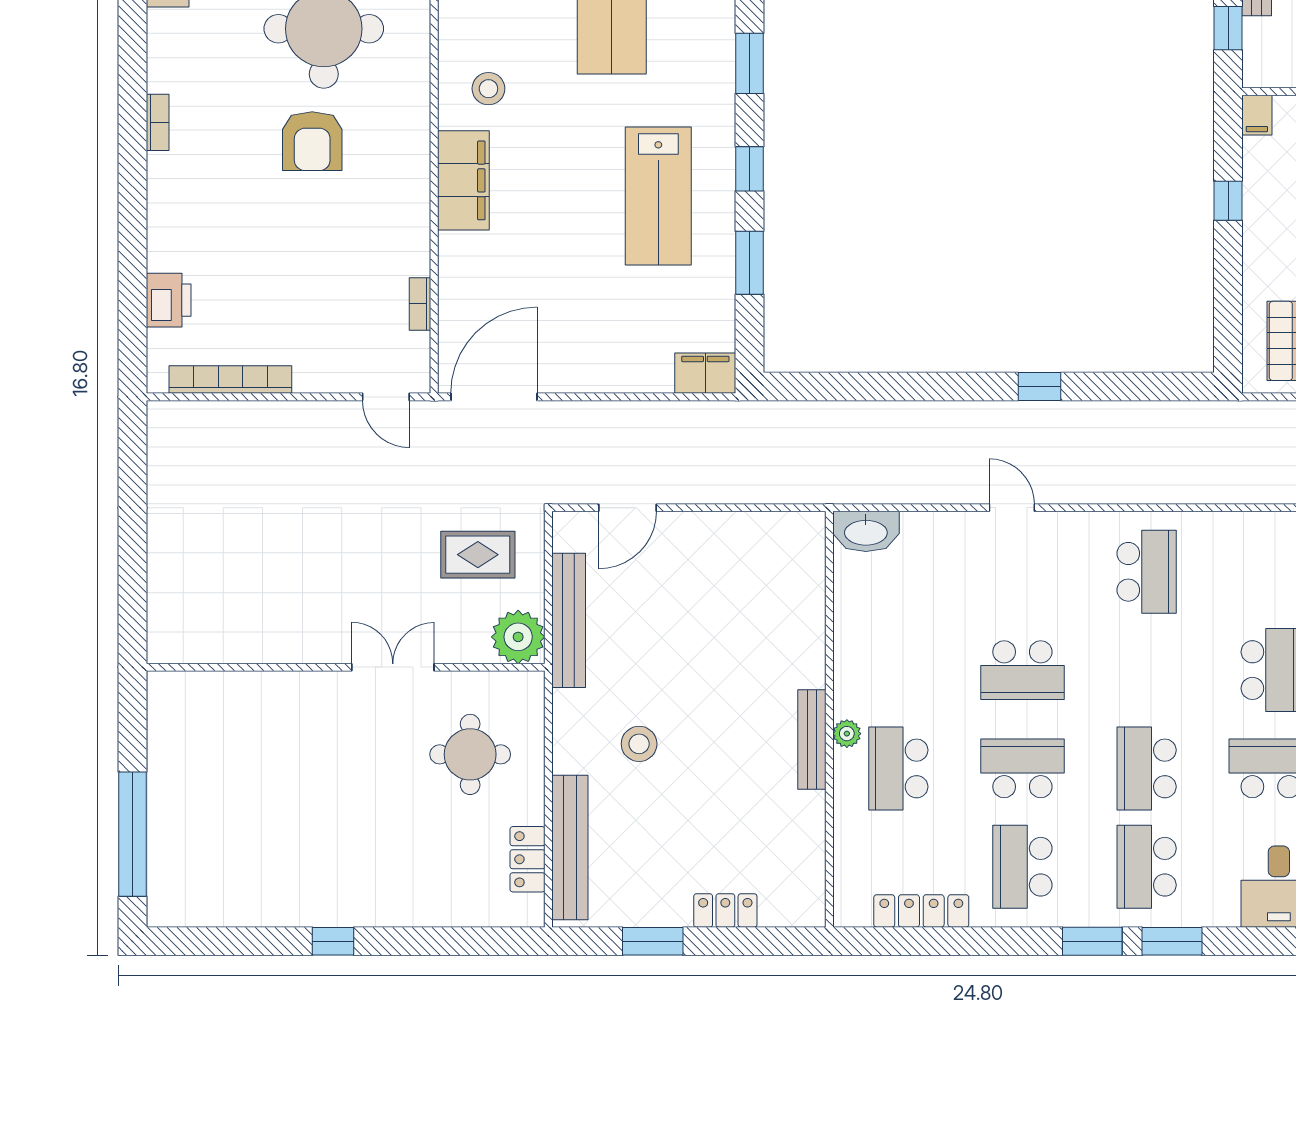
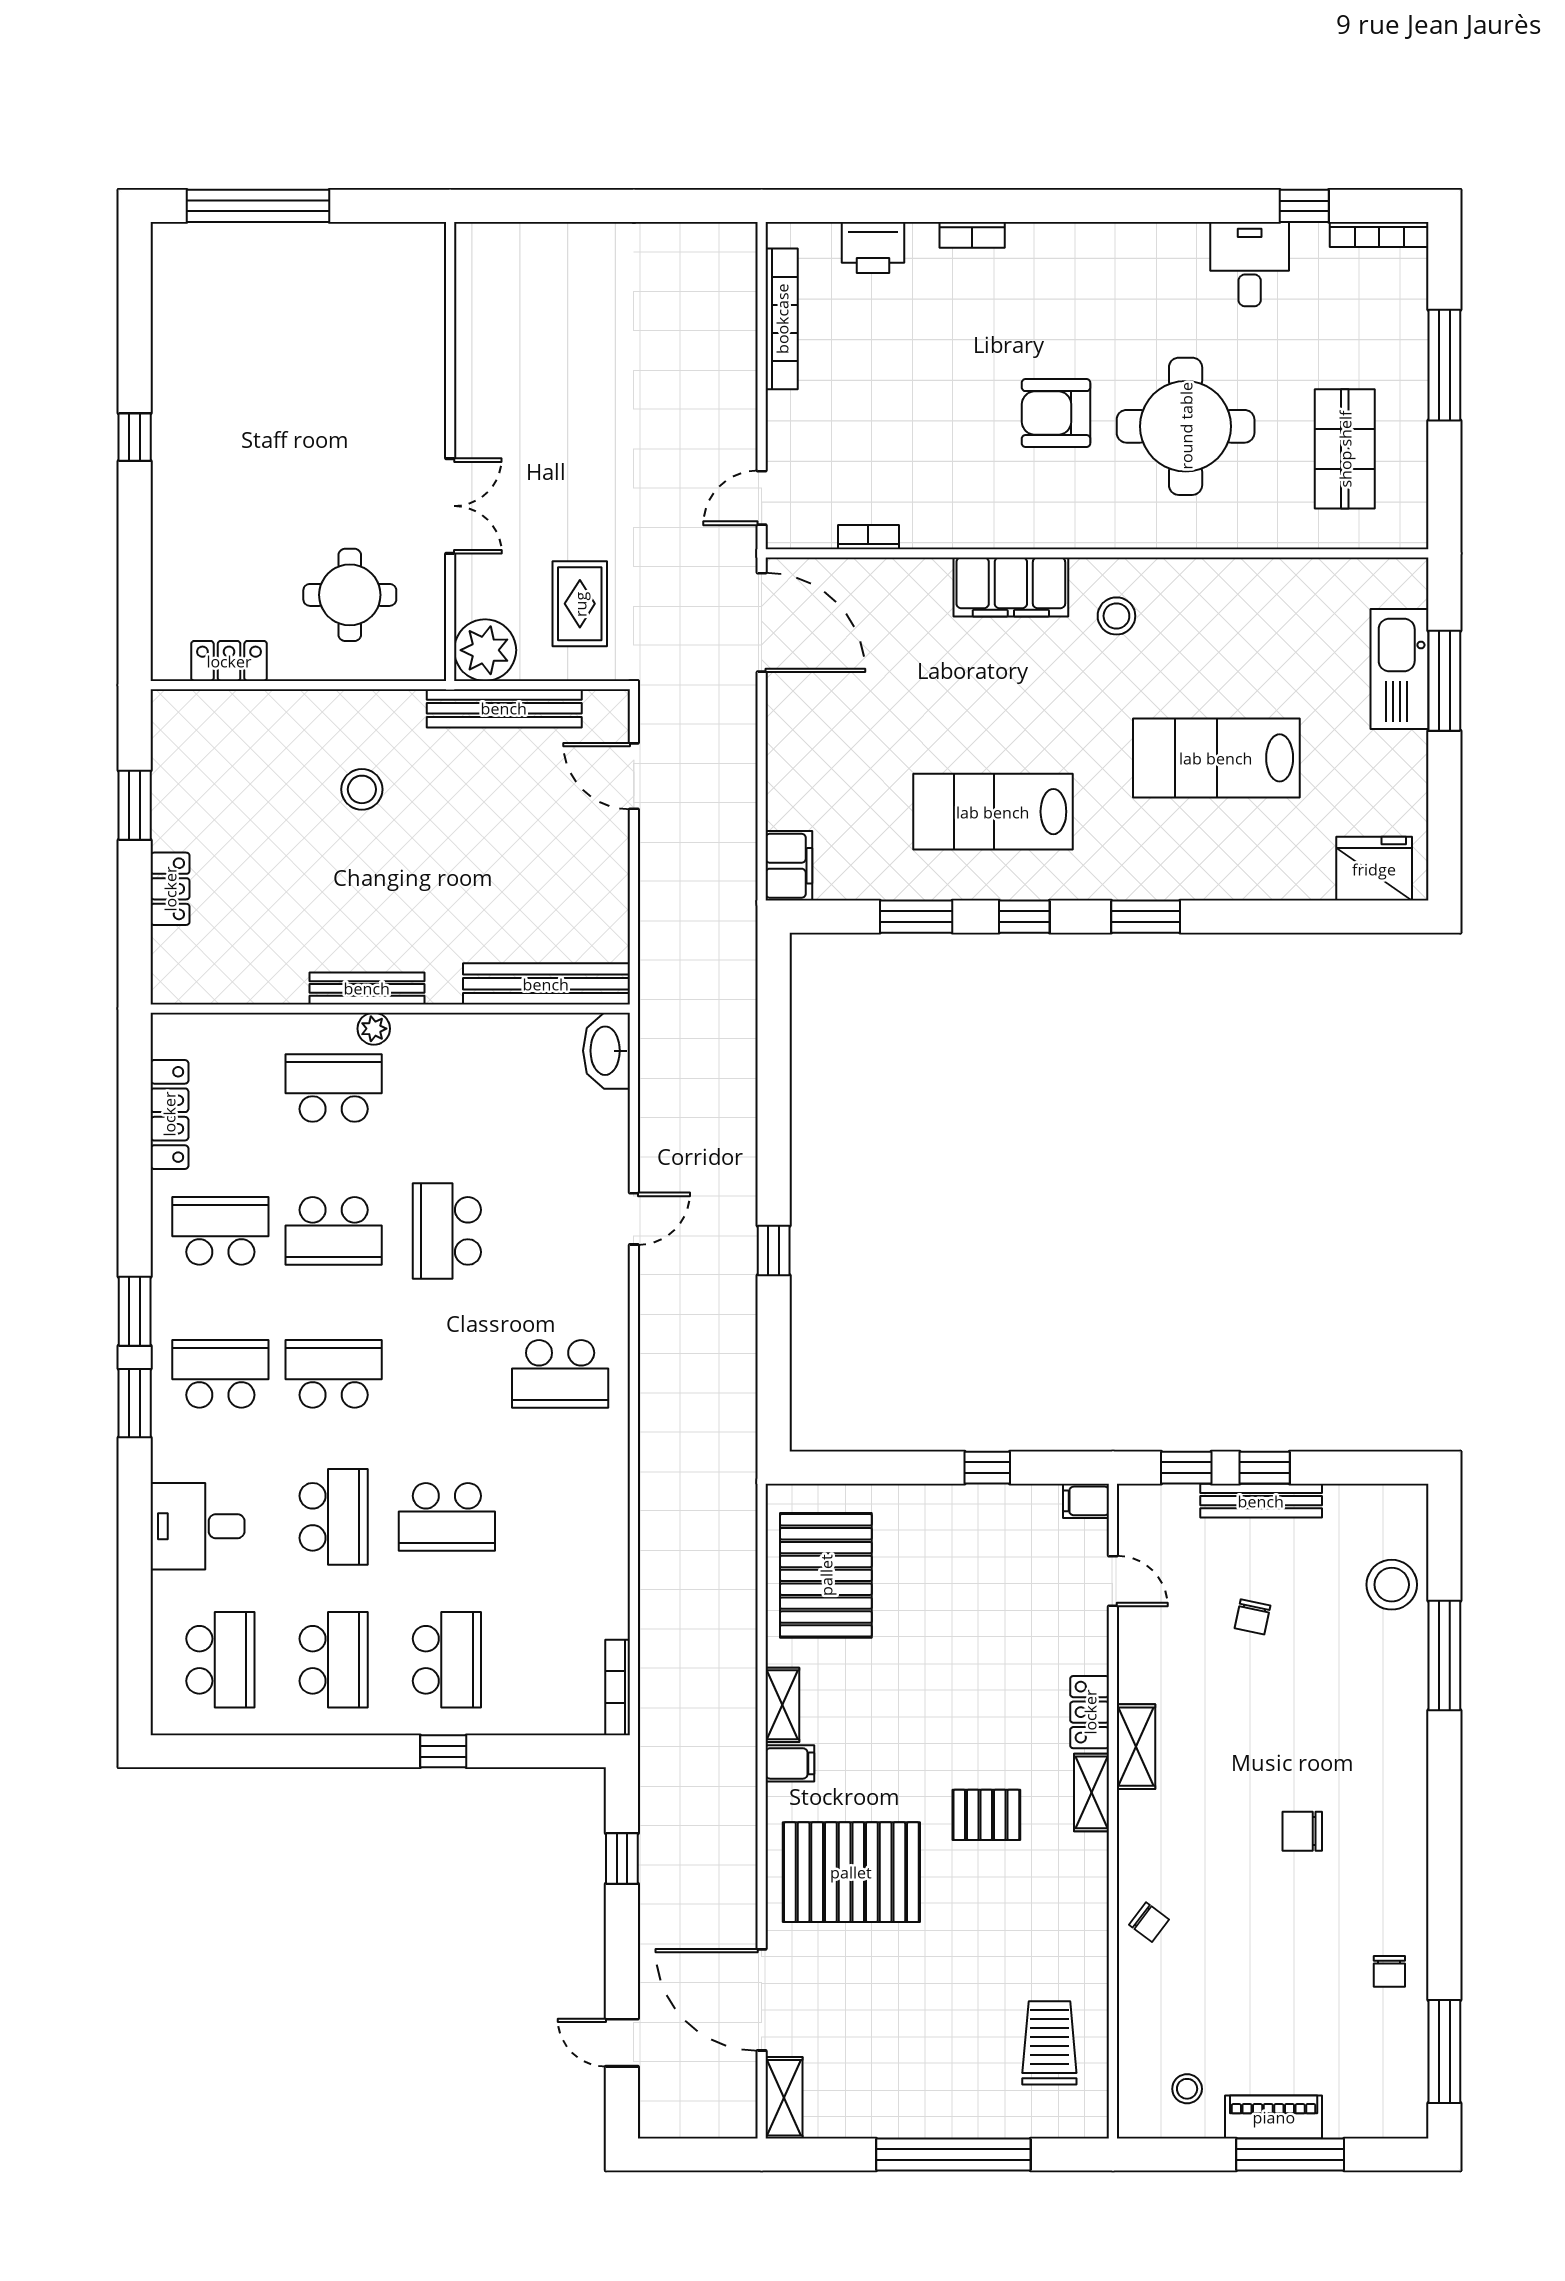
bookcase: (158, 122) -> (972, 235), moved
school desk: (1022, 768) -> (334, 1231), turned 90
bench: (570, 848) -> (546, 984), moved

